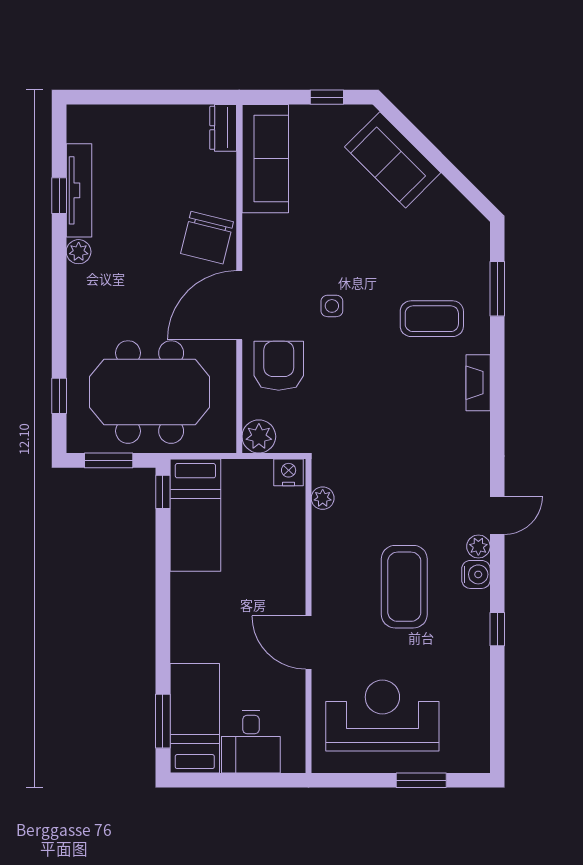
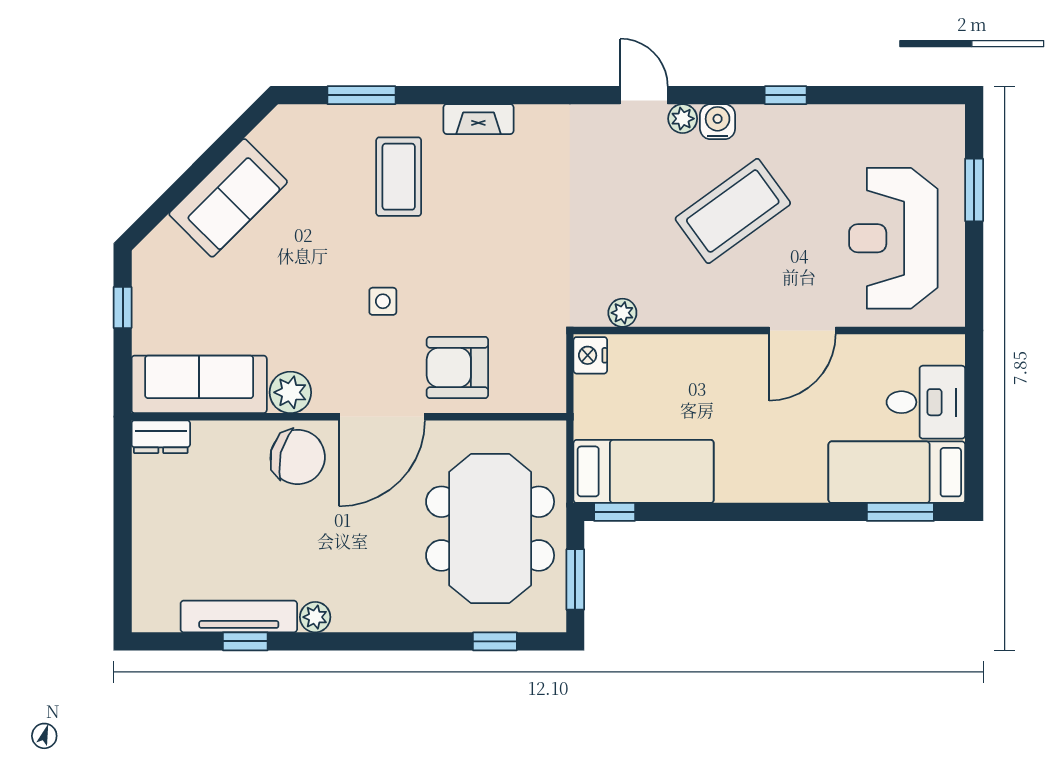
sofa: (393, 160) -> (228, 198), moved
door: (239, 305) -> (382, 417), hinge flipped
plant: (259, 436) -> (290, 392), moved
coffee table: (404, 587) -> (733, 211), turned -36

